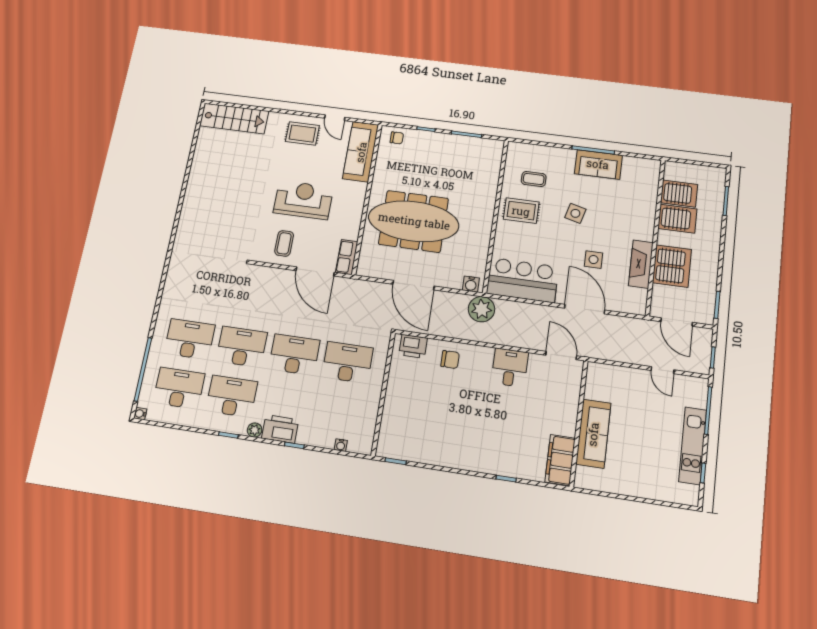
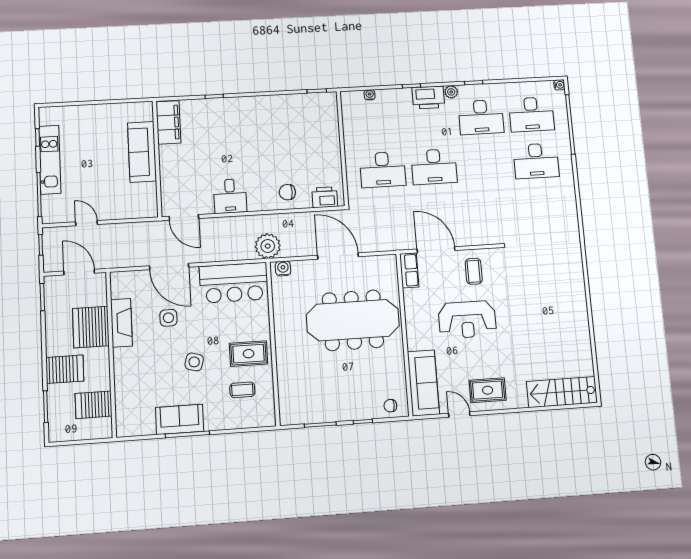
server rack: (677, 219) -> (65, 369), moved, turned 180
desk: (242, 347) -> (485, 164), removed

